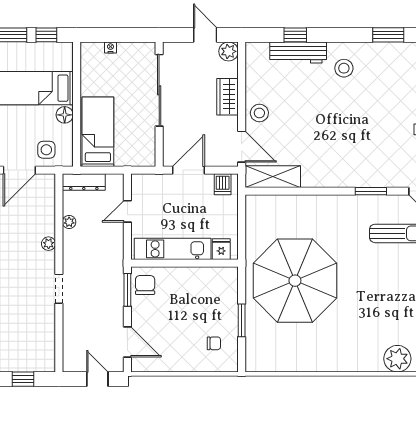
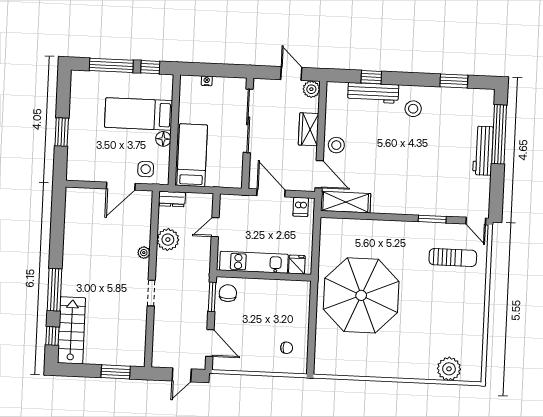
door: (189, 170) -> (271, 193), hinge flipped
dresser: (84, 182) -> (172, 199), width x0.70
plant: (69, 222) -> (168, 240), width x1.88, depth x1.88
window: (242, 320) -> (312, 328), removed
window: (23, 379) -> (116, 372), width x1.50
door: (97, 379) -> (182, 375), swing flipped

